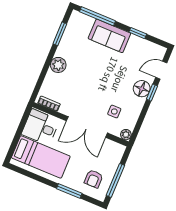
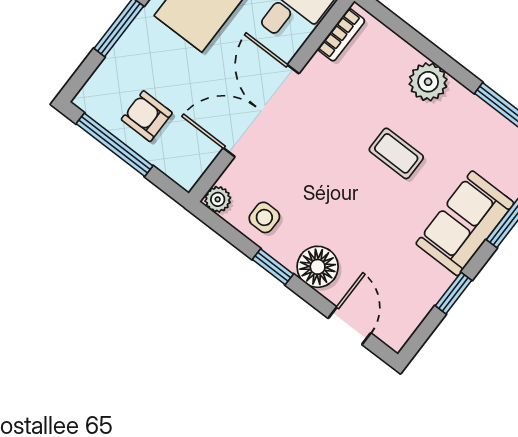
coffee table: (89, 70) -> (396, 153), added
window: (152, 93) -> (273, 267), moved
side table: (114, 112) -> (264, 217), moved
armchair: (94, 179) -> (147, 116), moved

